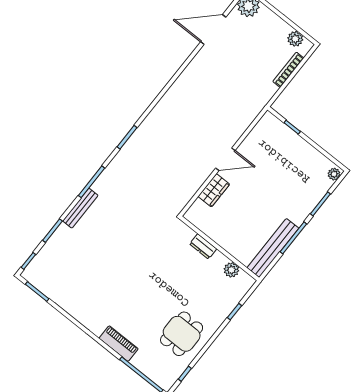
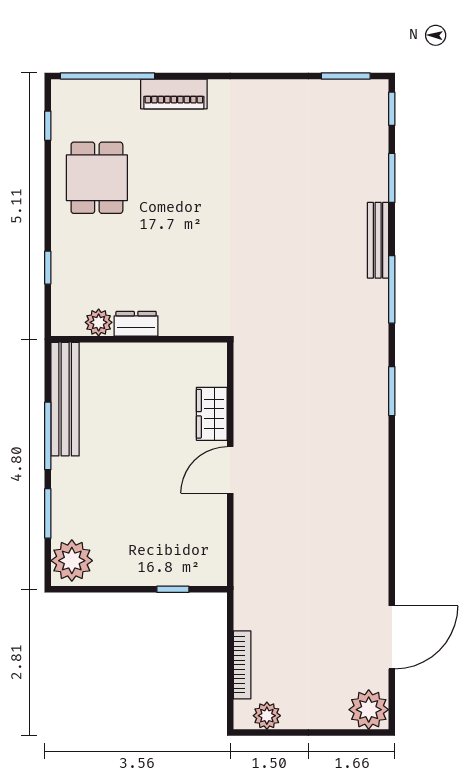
plant: (334, 174) -> (72, 561), width x1.87, depth x1.87
dresser: (203, 246) -> (136, 324), moved

